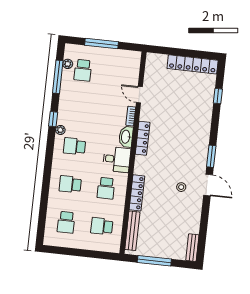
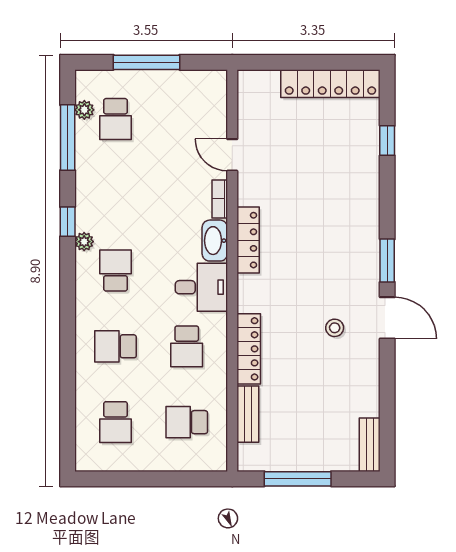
school desk: (74, 146) -> (116, 271), turned 90
bench: (132, 231) -> (248, 414), width x0.73

